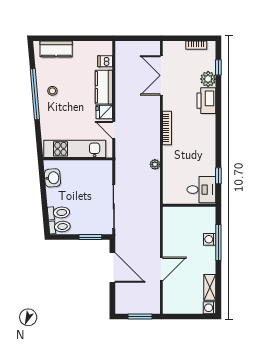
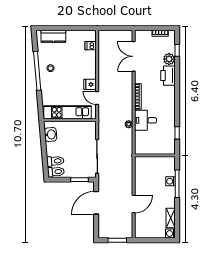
kitchen counter: (104, 87) -> (90, 65), removed
desk: (201, 190) -> (146, 120), moved, turned 180
door: (112, 267) -> (96, 203), swing flipped

